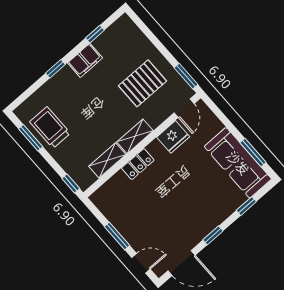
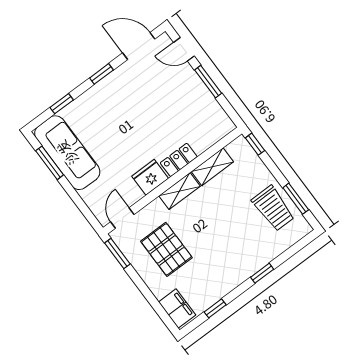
filing cabinet: (85, 60) -> (177, 309), moved, turned 90
pallet: (143, 83) -> (166, 249), turned 90
fridge: (173, 137) -> (150, 177), moved

